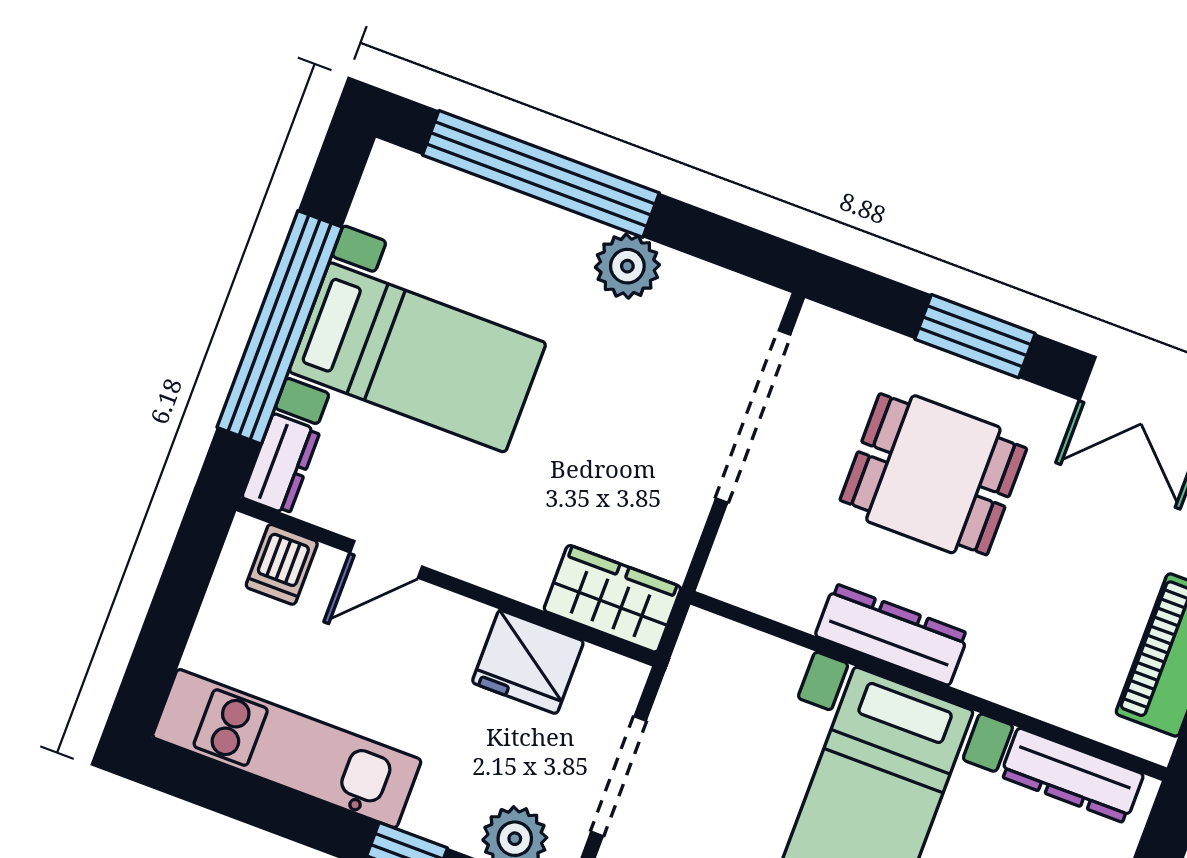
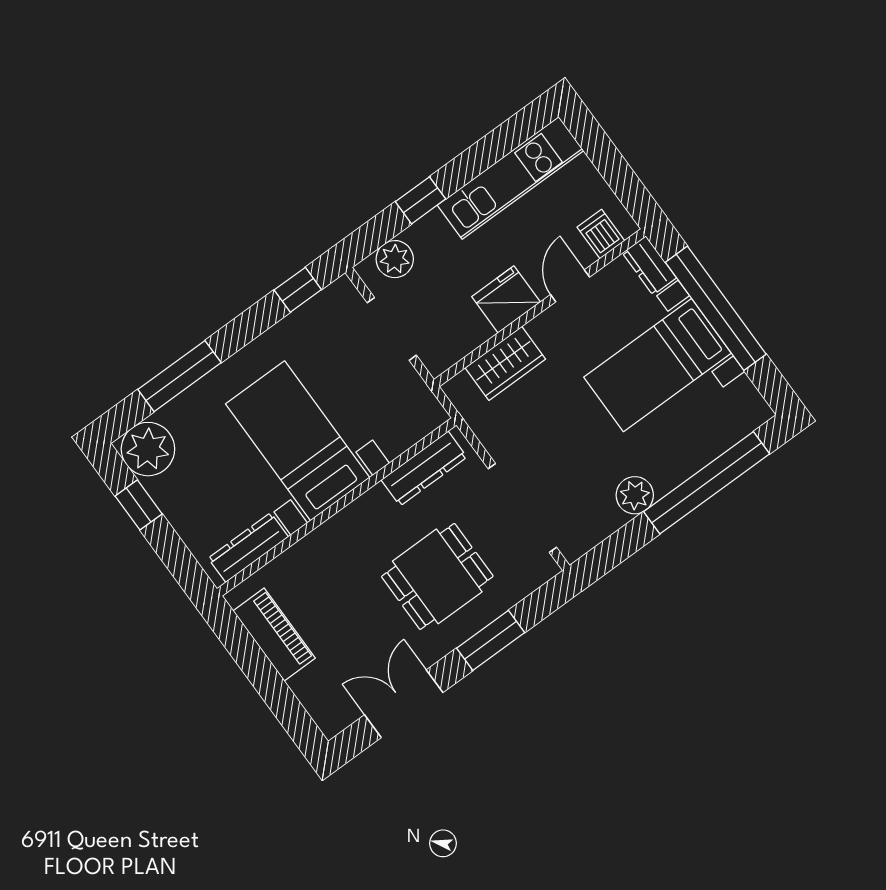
wardrobe: (612, 599) -> (505, 363), moved
dresser: (892, 635) -> (424, 469), moved
fridge: (528, 662) -> (506, 299), moved

